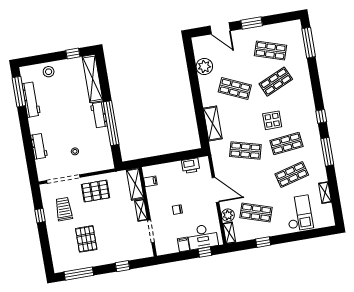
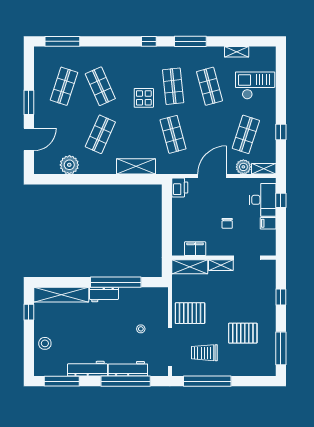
workbench: (31, 100) -> (88, 369), moved
window: (28, 146) -> (126, 381), added
workbench: (39, 146) -> (128, 369), width x1.37
shop shelf: (245, 151) -> (173, 134), turned -30
printer: (191, 166) -> (180, 187), moved
filing cabinet: (150, 181) -> (195, 249), width x2.00
pallet: (96, 191) -> (190, 313), turned 90
window: (40, 216) -> (207, 381), width x3.17

